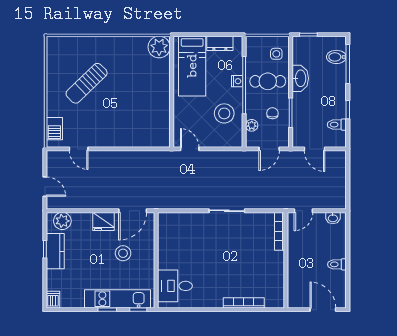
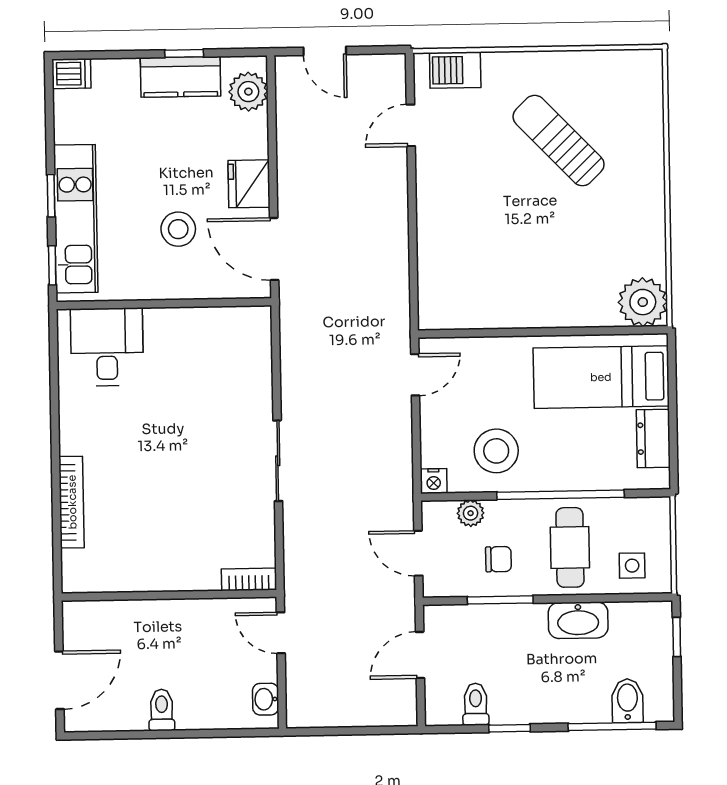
nightstand: (237, 81) -> (434, 481), moved
door: (45, 187) -> (325, 51), hinge flipped
bookcase: (279, 231) -> (249, 579), width x0.64

